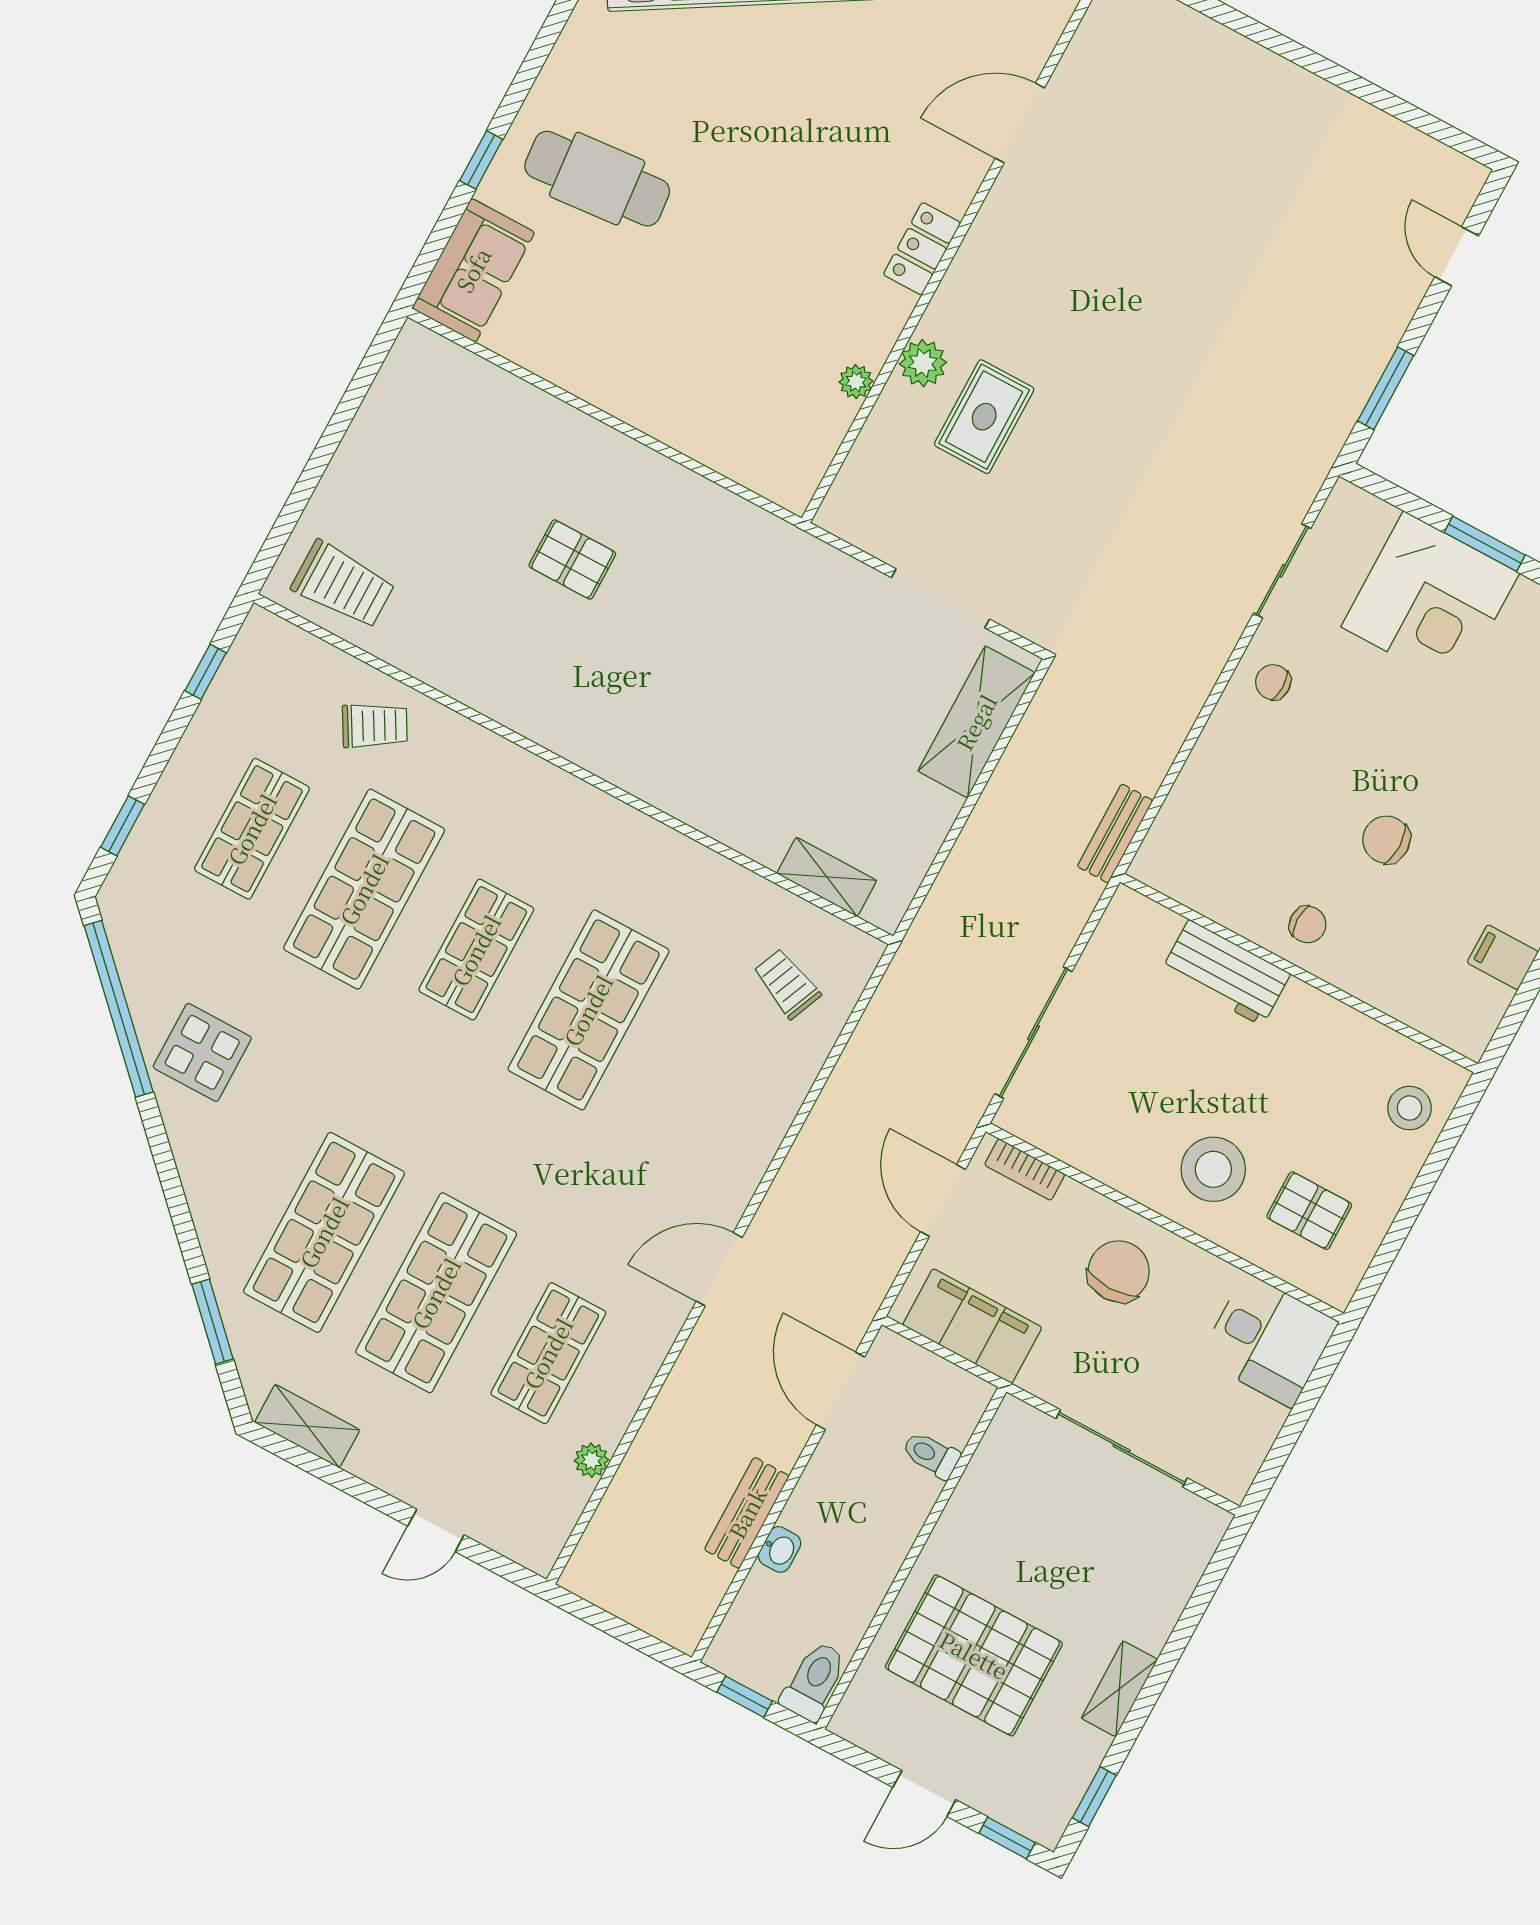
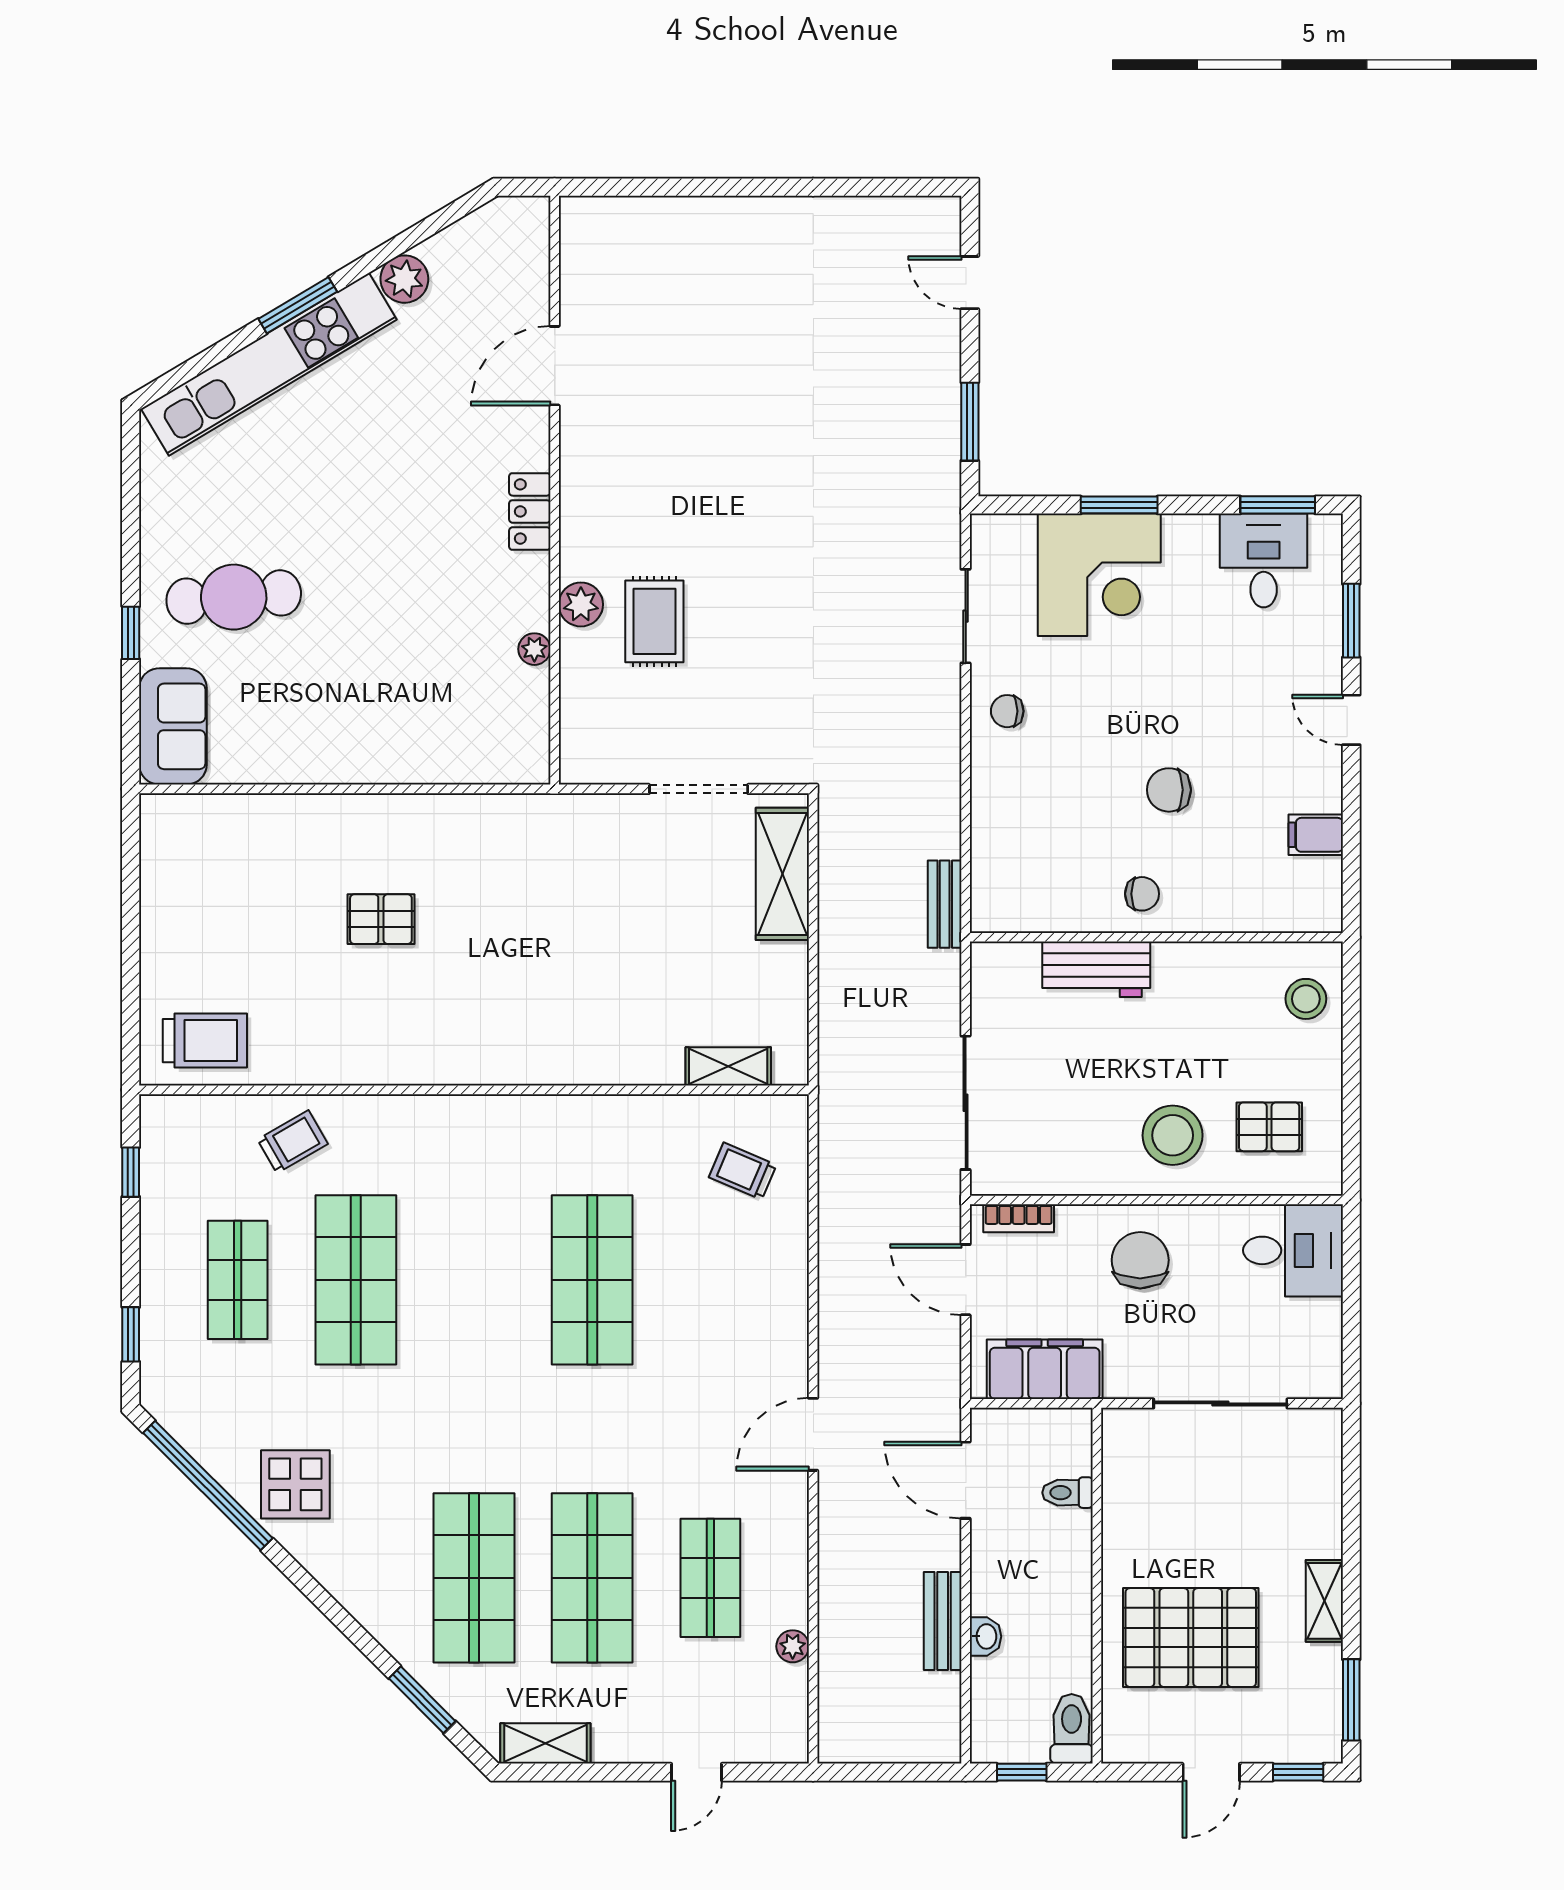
shop shelf: (476, 950) -> (474, 1280), removed
window: (1094, 1797) -> (1351, 1700), width x1.50

